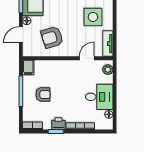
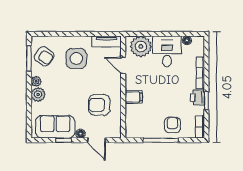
armchair: (52, 37) -> (99, 105), turned 107
filing cabinet: (28, 68) -> (134, 97), moved
plant: (108, 70) -> (141, 46), width x1.87, depth x1.87
armchair: (43, 95) -> (172, 125), moved

